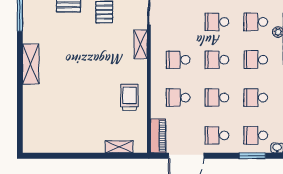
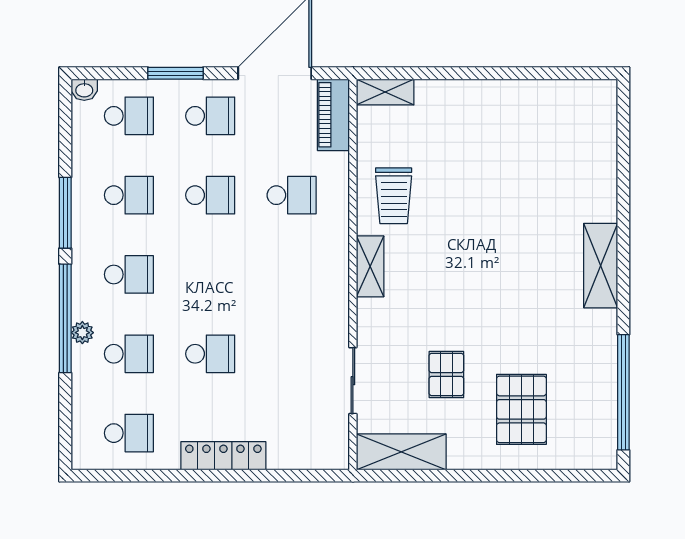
shelving: (141, 44) -> (370, 266), moved
school desk: (178, 60) -> (292, 274), removed
school desk: (217, 60) -> (210, 274), removed
shelving: (119, 147) -> (385, 92), moved
window: (252, 156) -> (175, 73), moved

